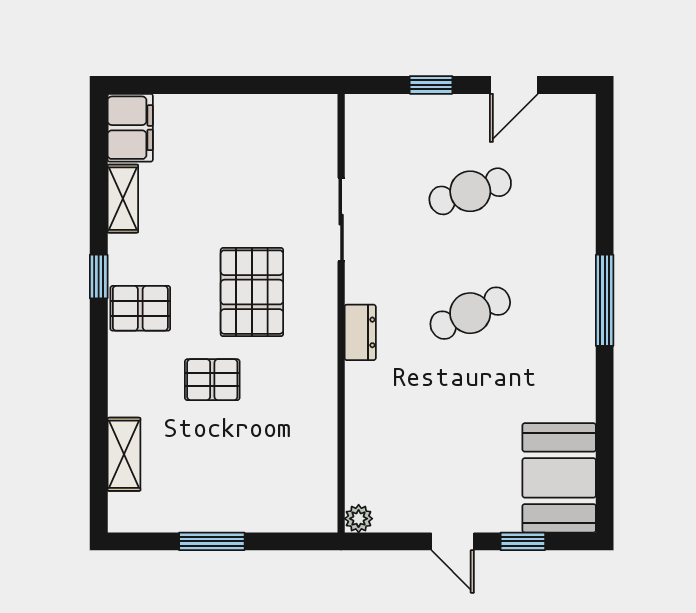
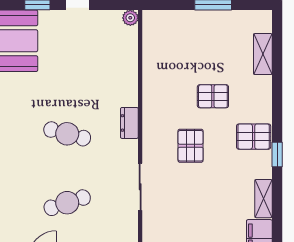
pallet: (252, 292) -> (191, 146), width x0.67, depth x0.71
cafe table: (470, 313) -> (67, 134), turned 39

